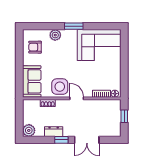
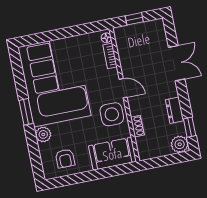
corner sofa: (99, 45) -> (54, 81), width x1.36, depth x1.36
door: (77, 98) -> (123, 88), swing flipped
window: (61, 140) -> (190, 127), moved

